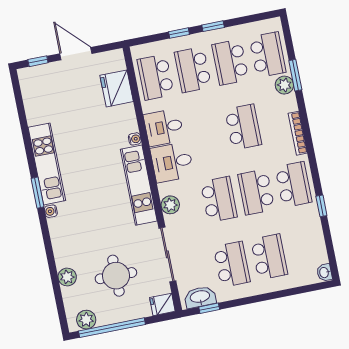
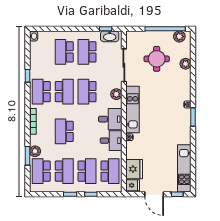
kitchen unit: (47, 164) -> (184, 168), moved
fridge: (162, 304) -> (133, 185), moved

